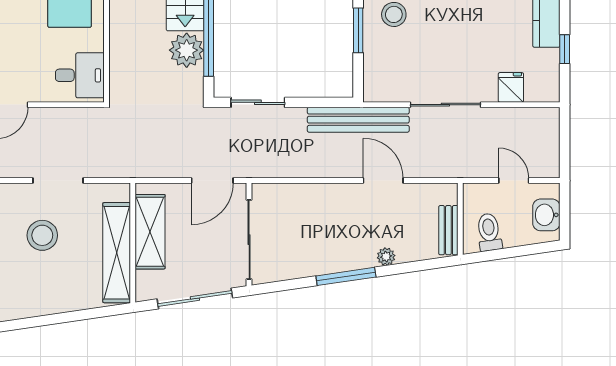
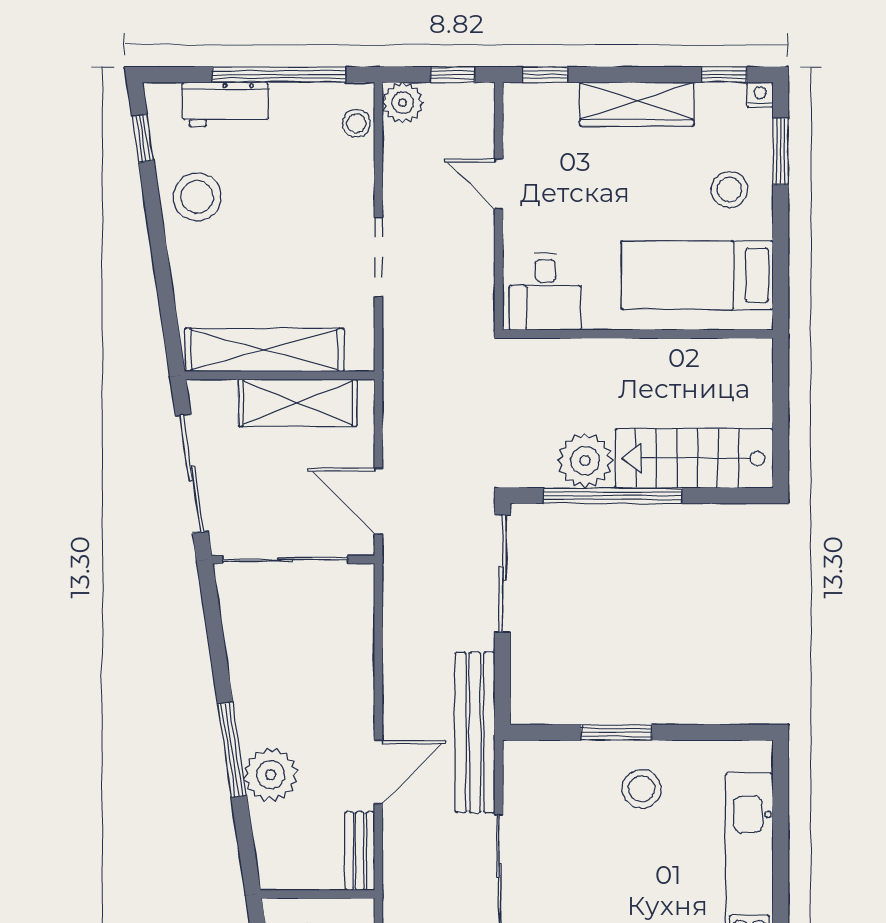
sliding door: (258, 102) -> (503, 574), width x1.37
bench: (448, 230) -> (360, 851), moved, turned 90
stool: (42, 235) -> (197, 197), moved
plant: (386, 257) -> (271, 775), width x1.88, depth x1.88
window: (346, 276) -> (232, 750), moved

